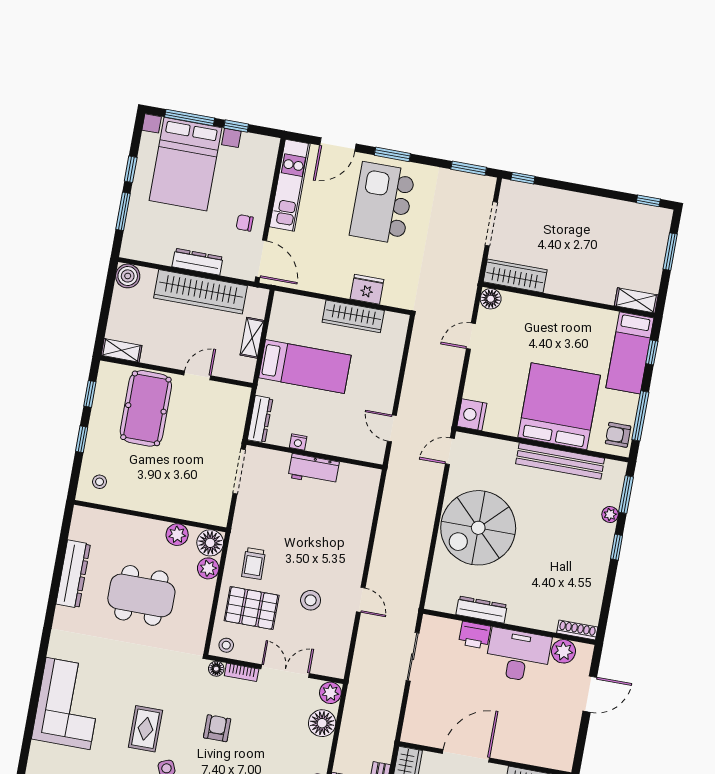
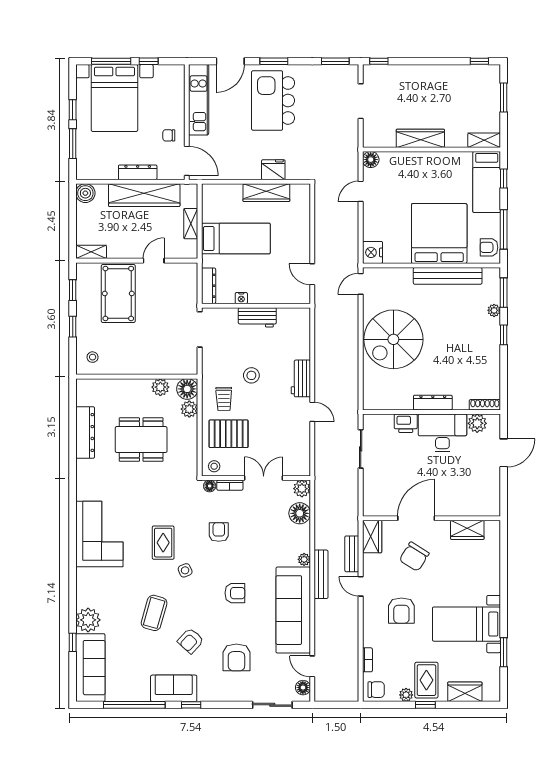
wardrobe: (515, 276) -> (420, 138), moved
workbench: (354, 556) -> (301, 378), added
stool: (311, 600) -> (251, 375), moved
dresser: (481, 610) -> (433, 403), moved

